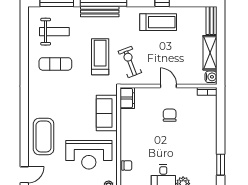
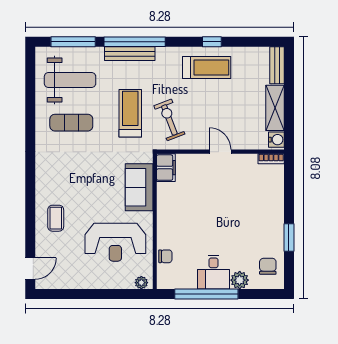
weight bench: (54, 32) -> (70, 80), width x1.36, depth x1.33
chair: (170, 115) -> (268, 266), moved
coffee table: (44, 137) -> (56, 218), width x0.54, depth x0.58
window: (221, 165) -> (289, 237), moved

